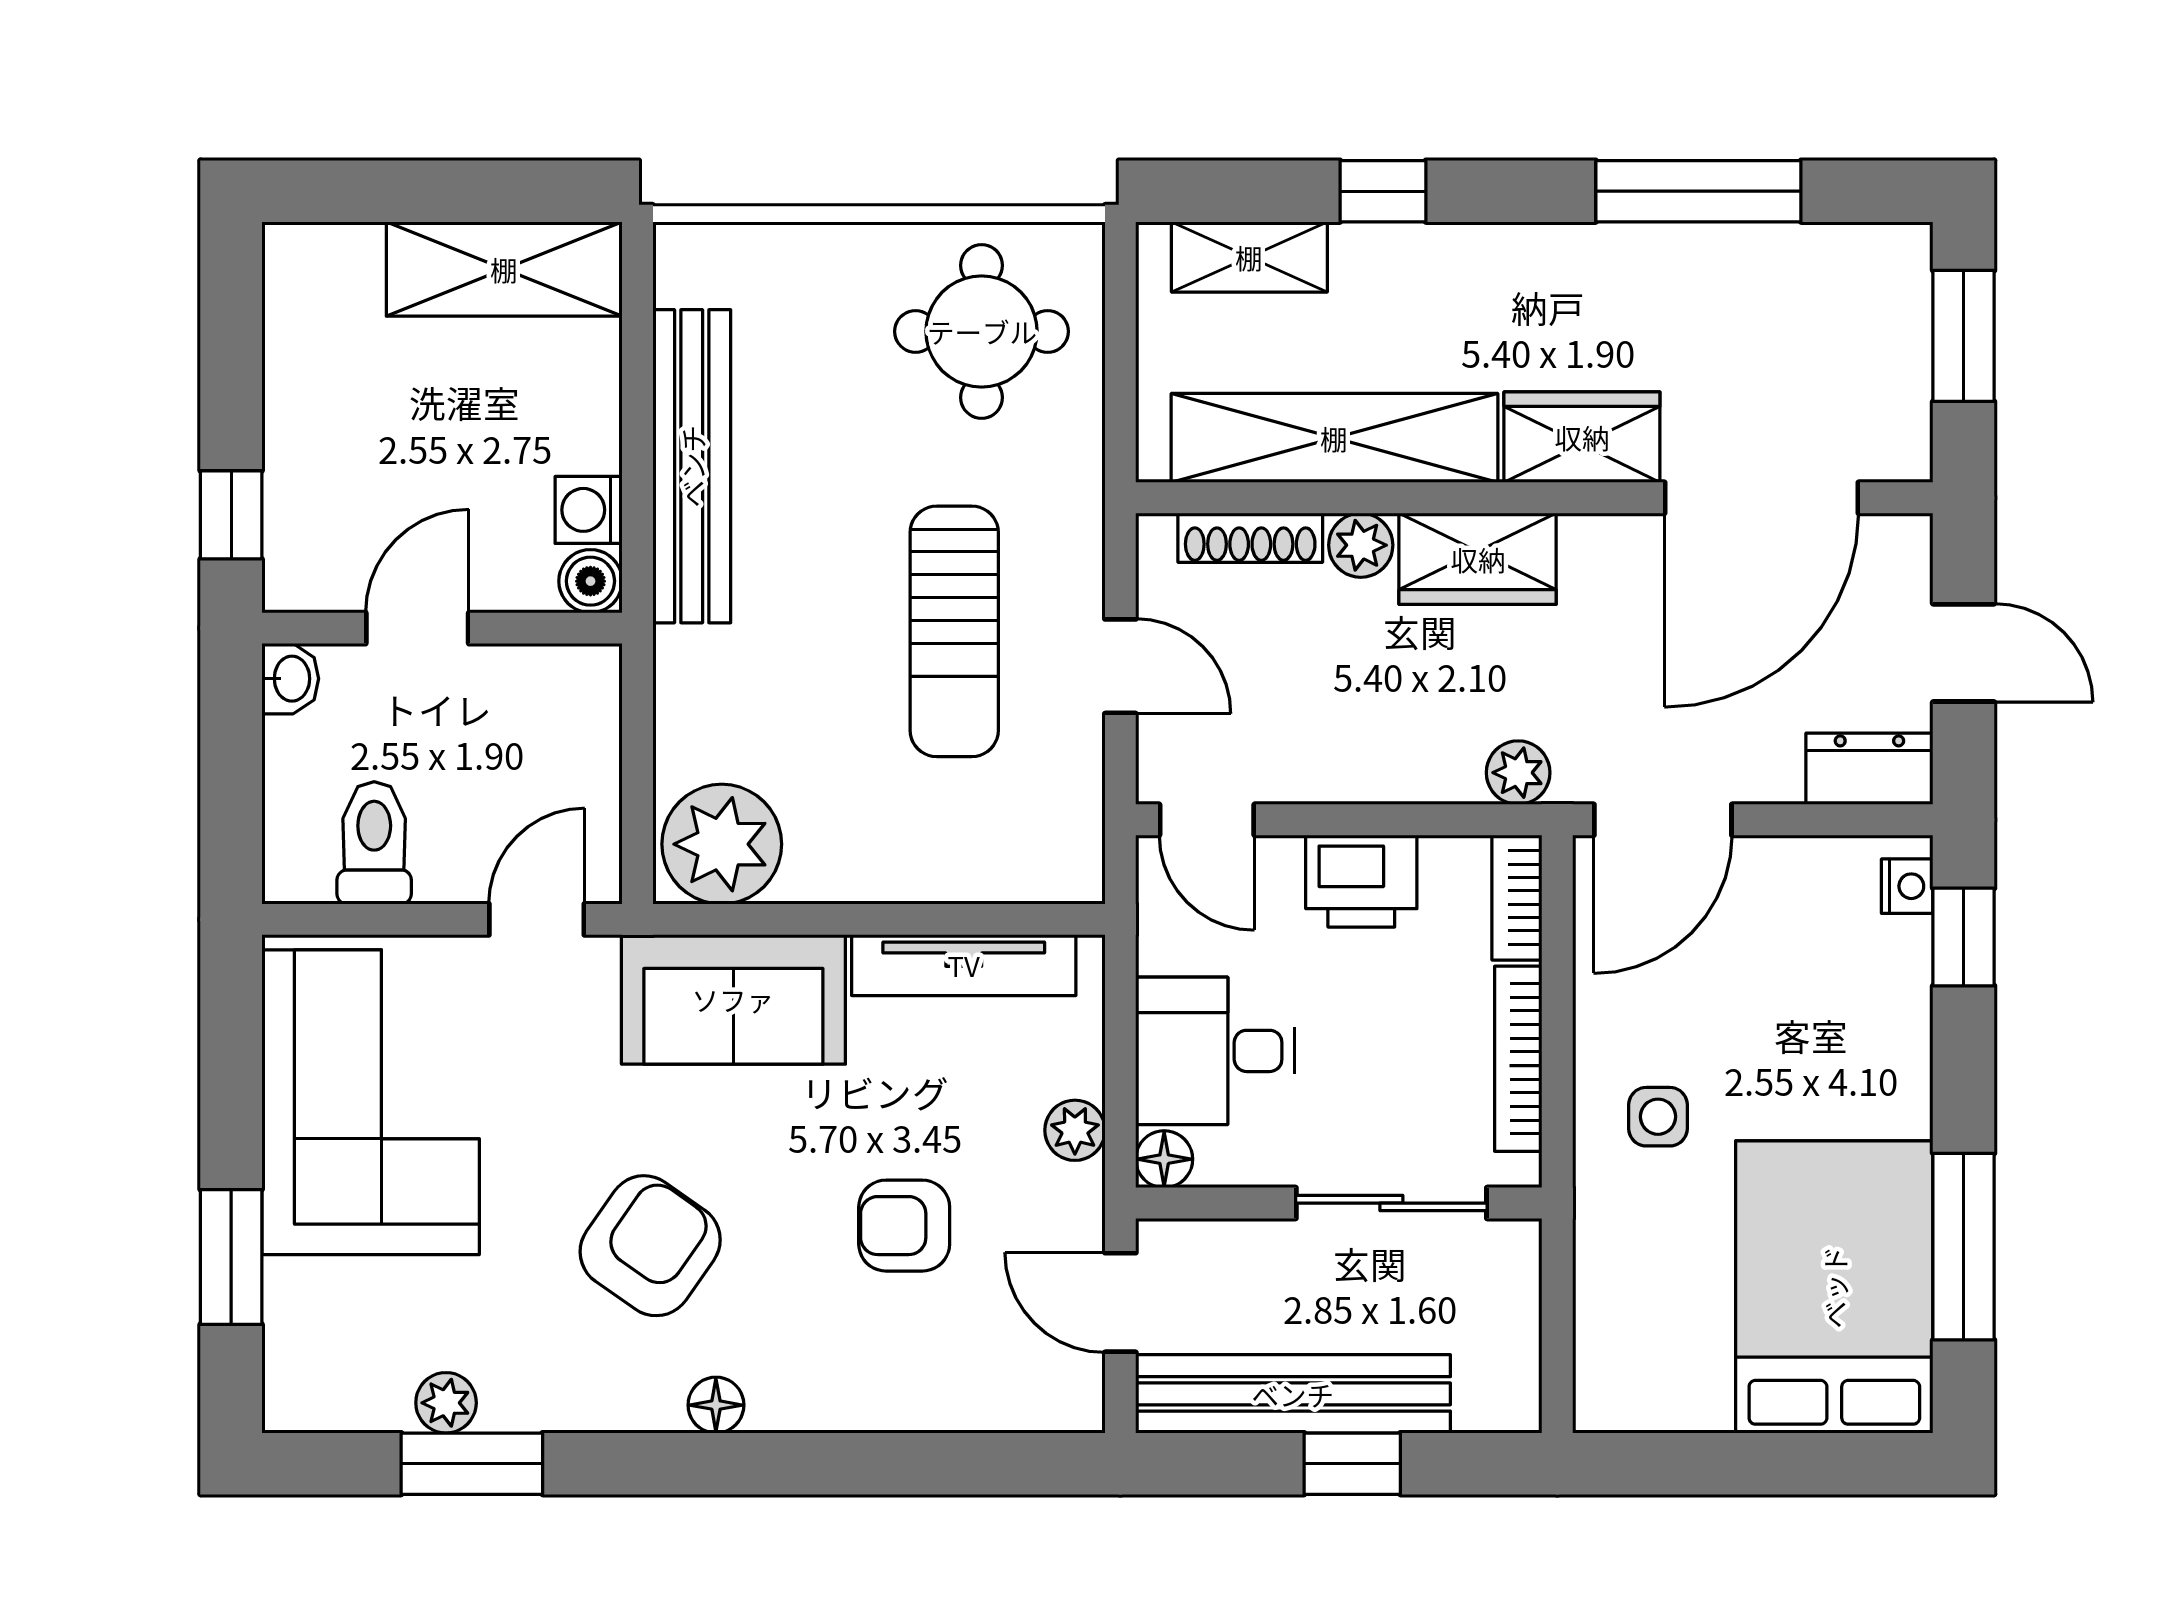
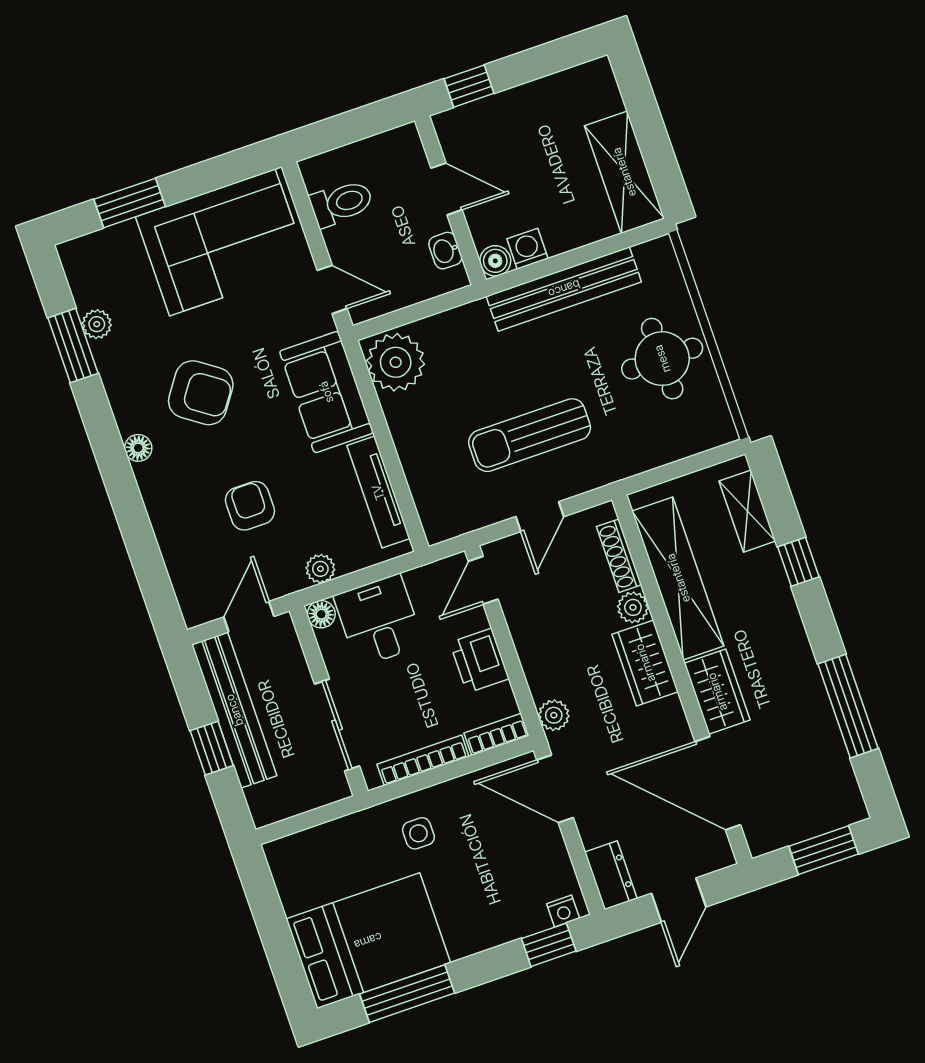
round table: (982, 331) -> (662, 359), moved
washbasin: (290, 679) -> (445, 251), moved, turned 90

